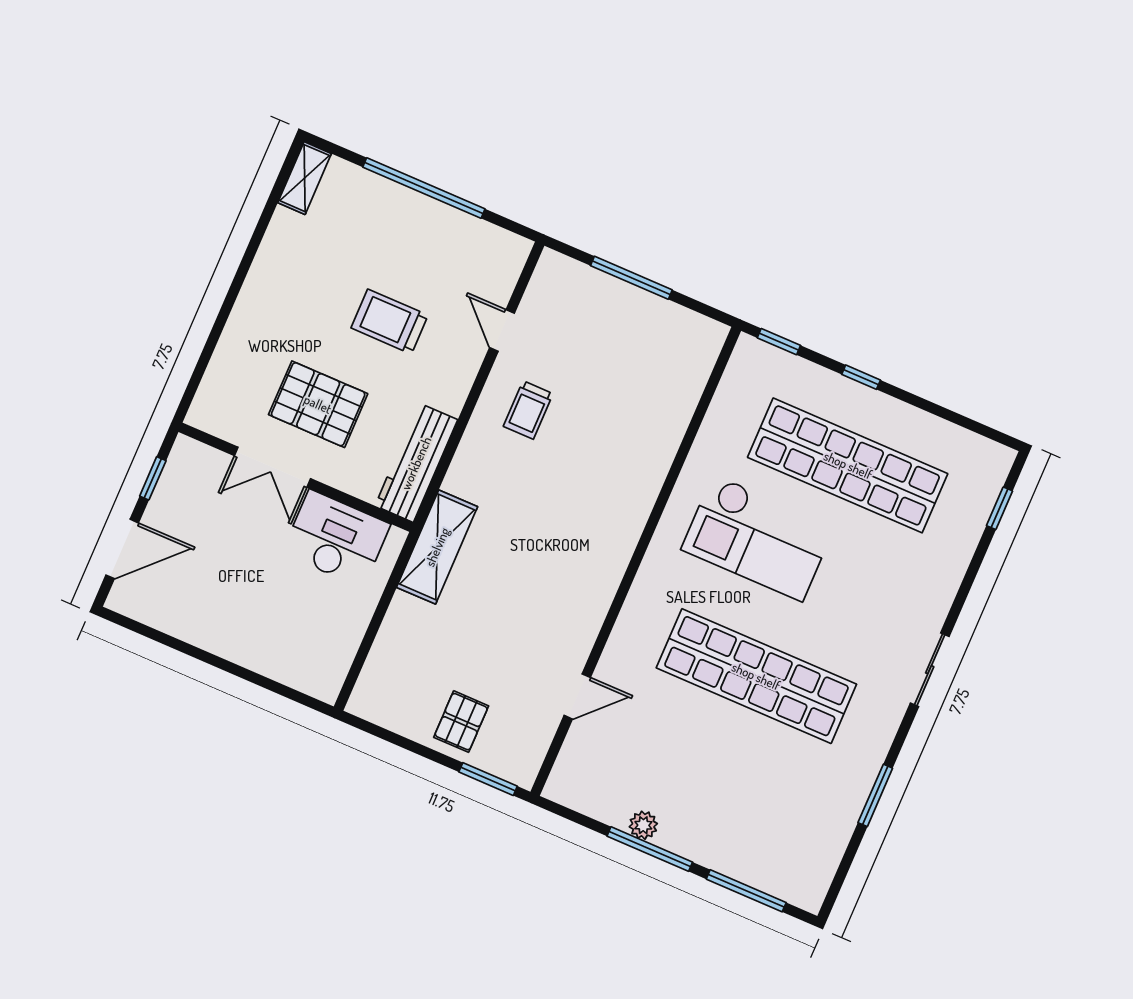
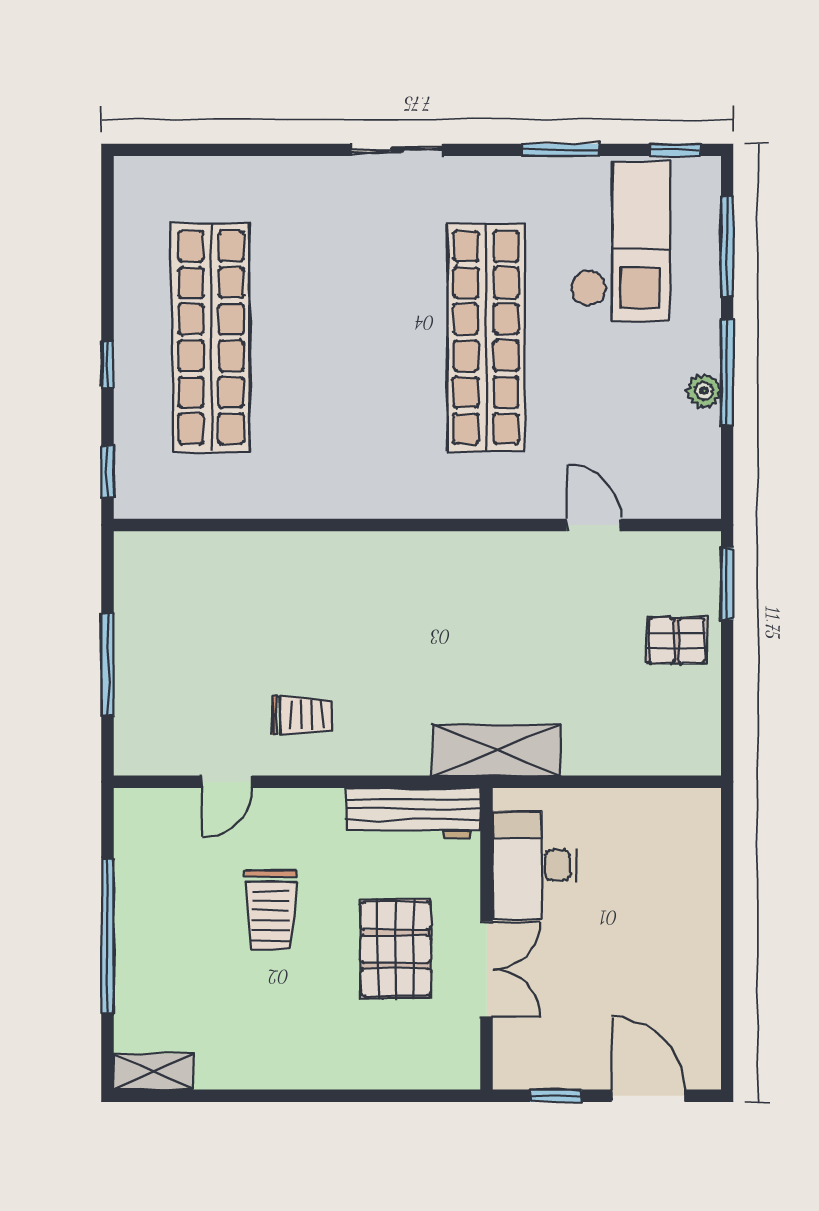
window: (1000, 508) -> (675, 150), moved
checkout: (758, 538) -> (620, 241), moved

